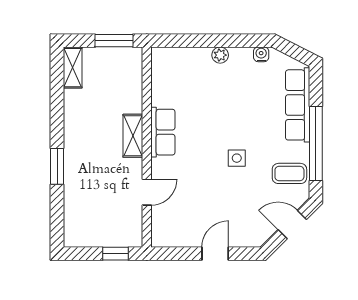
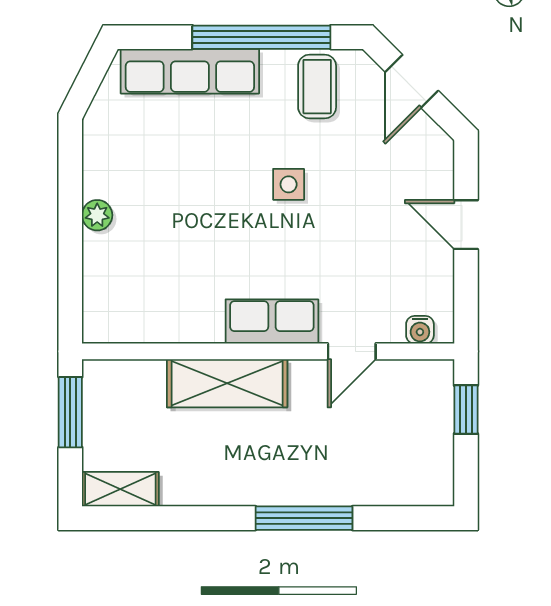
water cooler: (261, 54) -> (420, 330), moved, turned -90
row of seats: (163, 132) -> (272, 321), moved
shelving: (133, 136) -> (227, 383), width x1.50, depth x1.33
window: (57, 166) -> (304, 518), width x1.44
door: (147, 192) -> (352, 351), swing flipped

